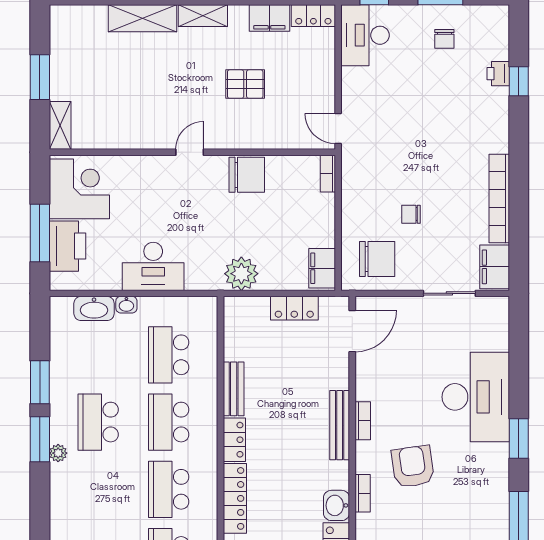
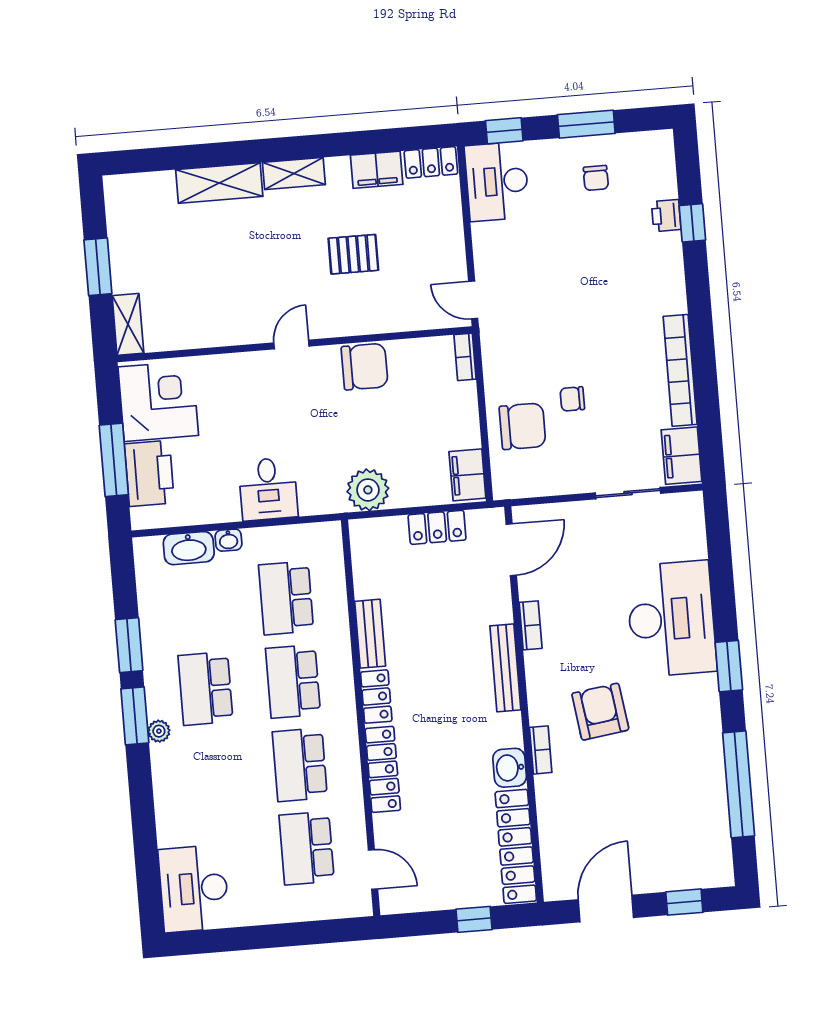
chair: (377, 259) -> (523, 426), moved
desk: (153, 266) -> (268, 489), width x0.73
bookcase: (363, 421) -> (531, 625), moved

